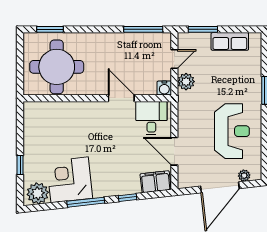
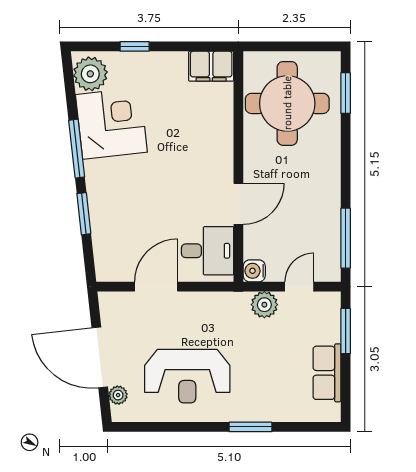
door: (174, 59) -> (299, 287), swing flipped
filing cabinet: (156, 182) -> (211, 66), moved, turned 96
window: (128, 198) -> (84, 214), width x1.50

